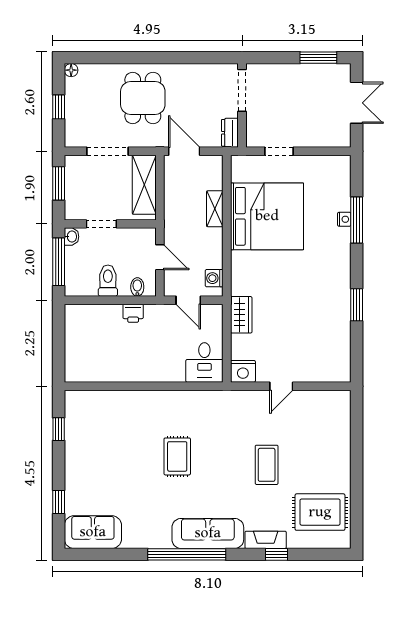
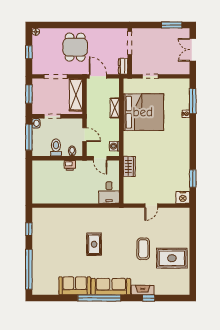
double door: (357, 103) -> (193, 50), swing flipped
window: (357, 220) -> (193, 101), moved
window: (357, 305) -> (193, 179), moved
nightstand: (243, 371) -> (183, 197), moved
window: (59, 502) -> (29, 269), width x3.17
rug: (320, 512) -> (172, 258), moved
sofa: (93, 532) -> (75, 286), moved

